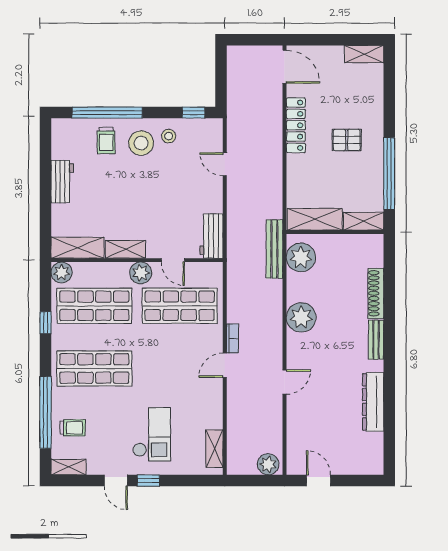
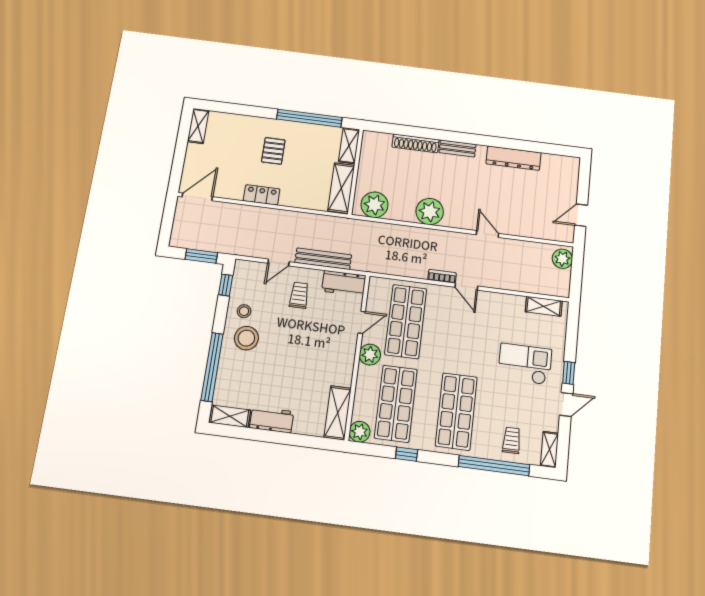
window: (221, 82) -> (201, 256), added
locker: (296, 125) -> (262, 195), width x0.66
trolley: (106, 141) -> (299, 295), moved, turned -90
shelving: (125, 249) -> (230, 416), moved, turned 90
bench: (274, 249) -> (323, 259), moved

